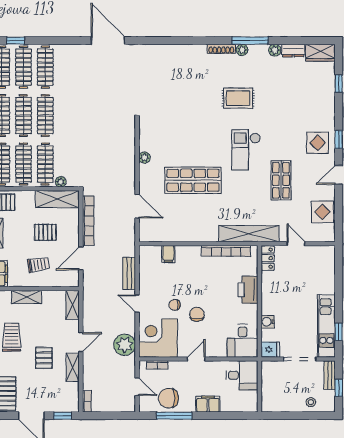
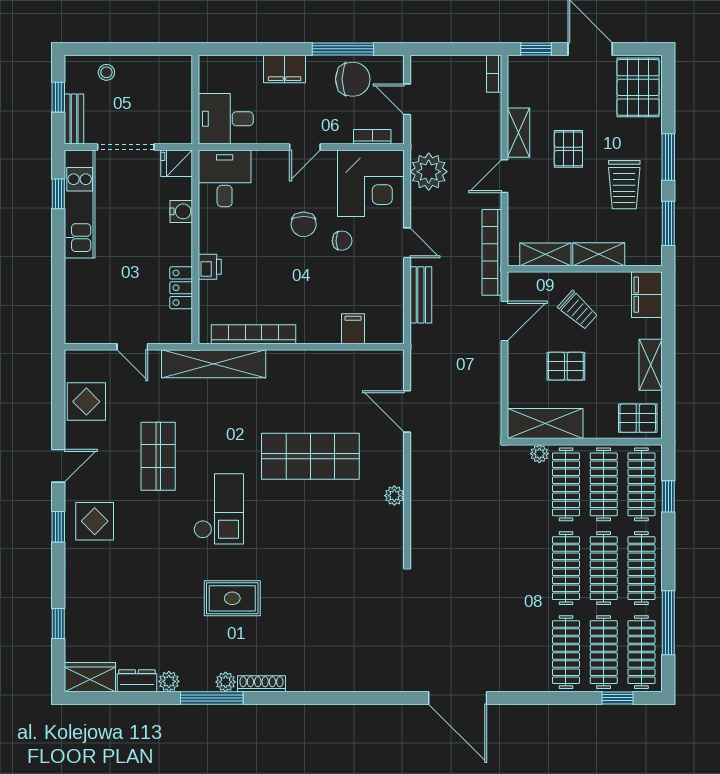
bookcase: (88, 221) -> (492, 252), moved
locker: (268, 258) -> (181, 288), moved
trolley: (38, 265) -> (578, 310), turned -129
printer: (248, 290) -> (210, 267), width x0.53, depth x0.68
shelving: (73, 305) -> (545, 254), moved, turned 90

